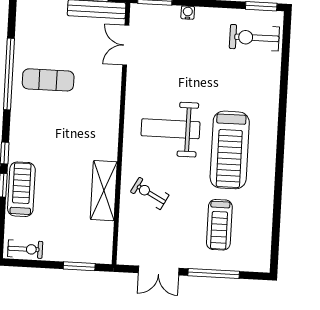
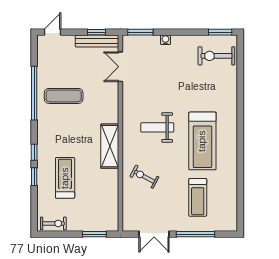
weight bench: (170, 129) -> (157, 127), width x0.73, depth x0.75
treadmill: (21, 189) -> (65, 178), moved
shelving: (104, 191) -> (110, 146), moved

